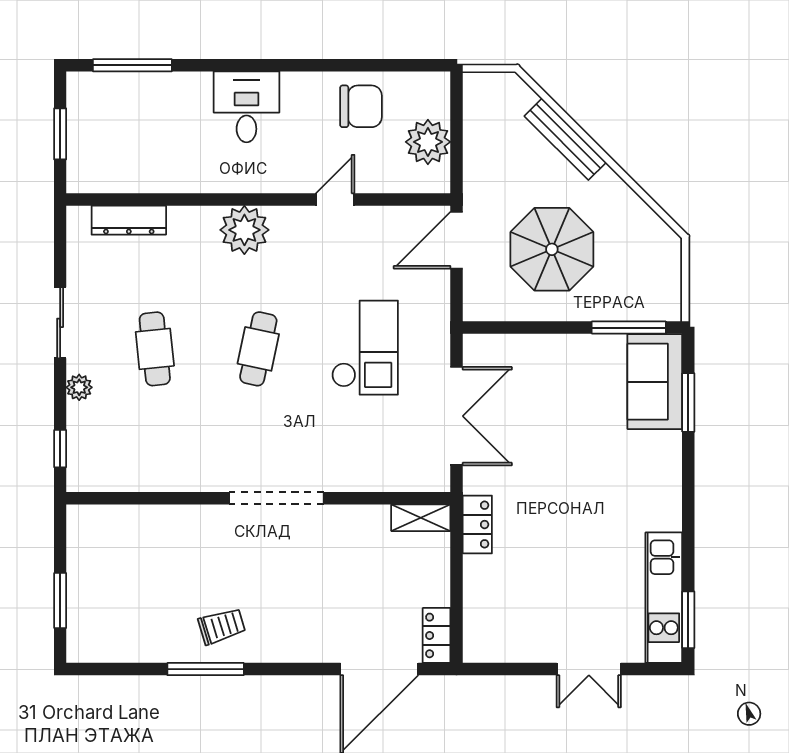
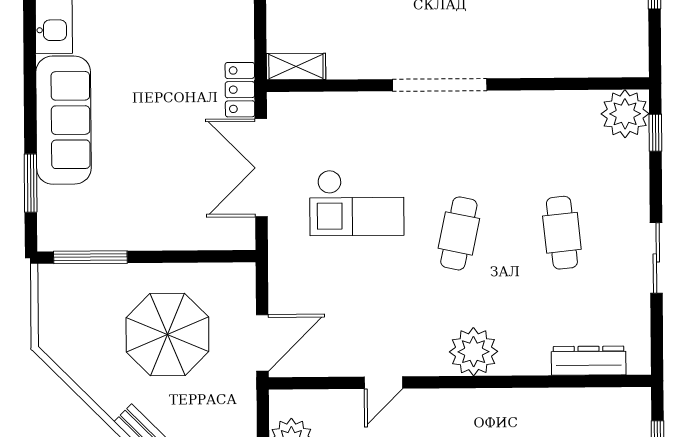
checkout: (365, 348) -> (357, 203), moved, turned -90
sofa: (655, 382) -> (63, 120), moved, width x1.36
plant: (79, 387) -> (625, 114), moved, width x1.87, depth x1.87
locker: (477, 525) -> (240, 90), moved

